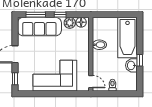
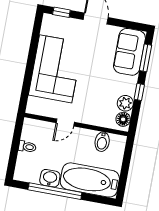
sofa: (39, 27) -> (129, 52), width x0.73
bidet: (99, 45) -> (102, 142), moved
window: (140, 60) -> (55, 191), width x3.17
door: (91, 82) -> (65, 122), moved

